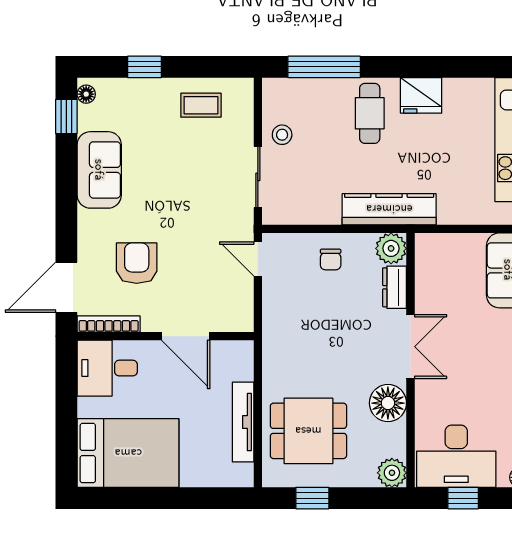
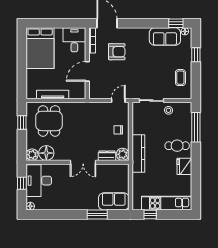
sofa: (99, 170) -> (165, 37), moved
floor lamp: (388, 403) -> (46, 153), moved

